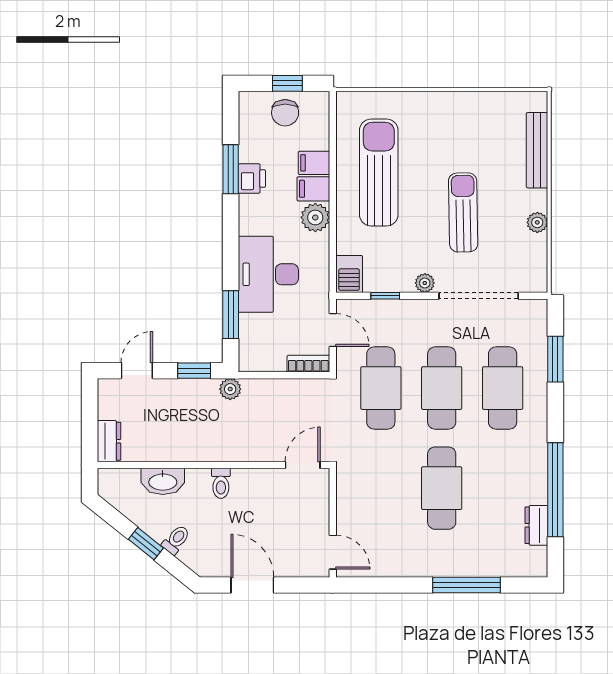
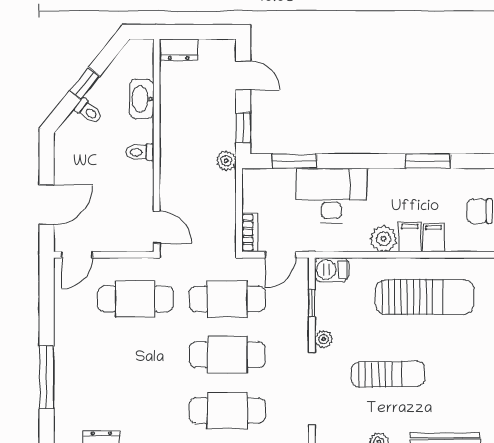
printer: (252, 178) -> (419, 181), removed
cafe table: (442, 488) -> (135, 299), moved
door: (252, 585) -> (47, 205), moved

